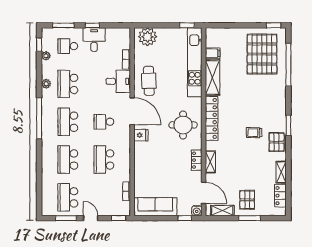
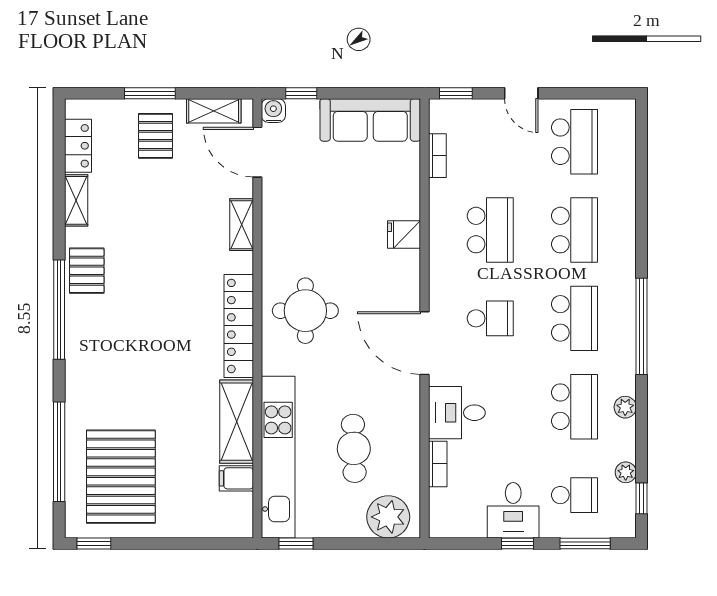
cafe table: (149, 81) -> (354, 448), moved
window: (288, 125) -> (59, 310), width x2.11
trolley: (254, 133) -> (139, 293), removed
fridge: (141, 135) -> (404, 234), moved
locker: (197, 160) -> (274, 229), removed
window: (66, 218) -> (579, 93), removed

